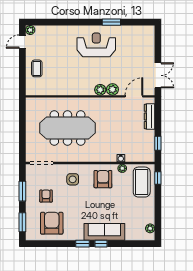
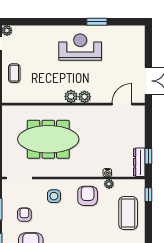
plant: (112, 89) -> (71, 96), moved
dresser: (150, 116) -> (139, 162), moved
coffee table: (142, 182) -> (128, 213), moved

